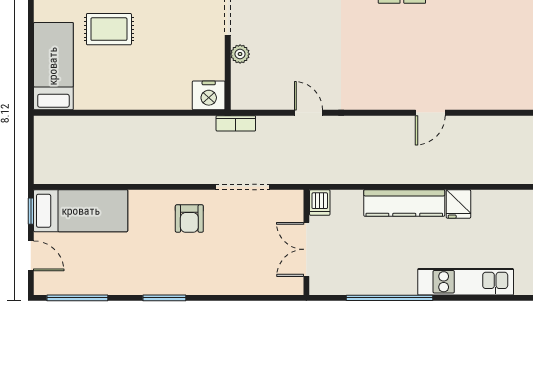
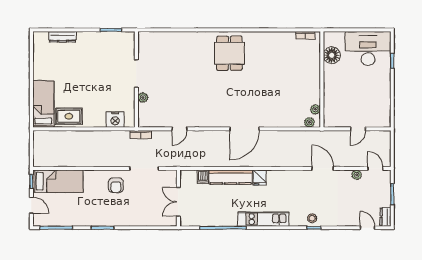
rug: (109, 29) -> (69, 116), moved
nightstand: (209, 95) -> (115, 120), moved
door: (308, 113) -> (179, 129), swing flipped
door: (430, 113) -> (244, 129), width x1.88
dishwasher: (320, 203) -> (203, 177), moved

